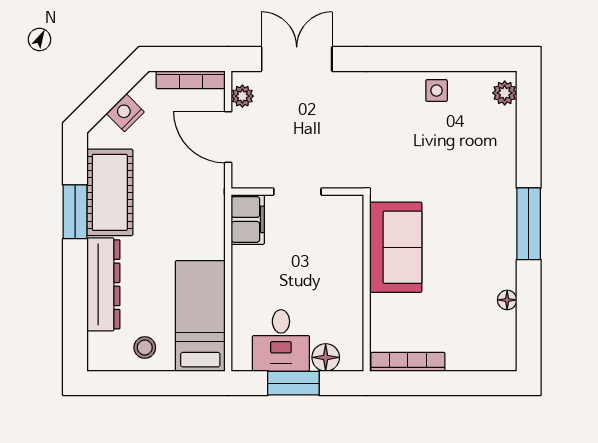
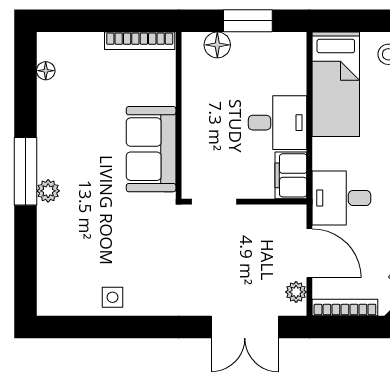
plant: (505, 93) -> (48, 191), moved
doorway: (297, 192) -> (214, 202), moved
desk: (194, 195) -> (341, 198), added
floor lamp: (507, 300) -> (46, 71), moved
desk: (281, 340) -> (278, 123), moved, turned 90

